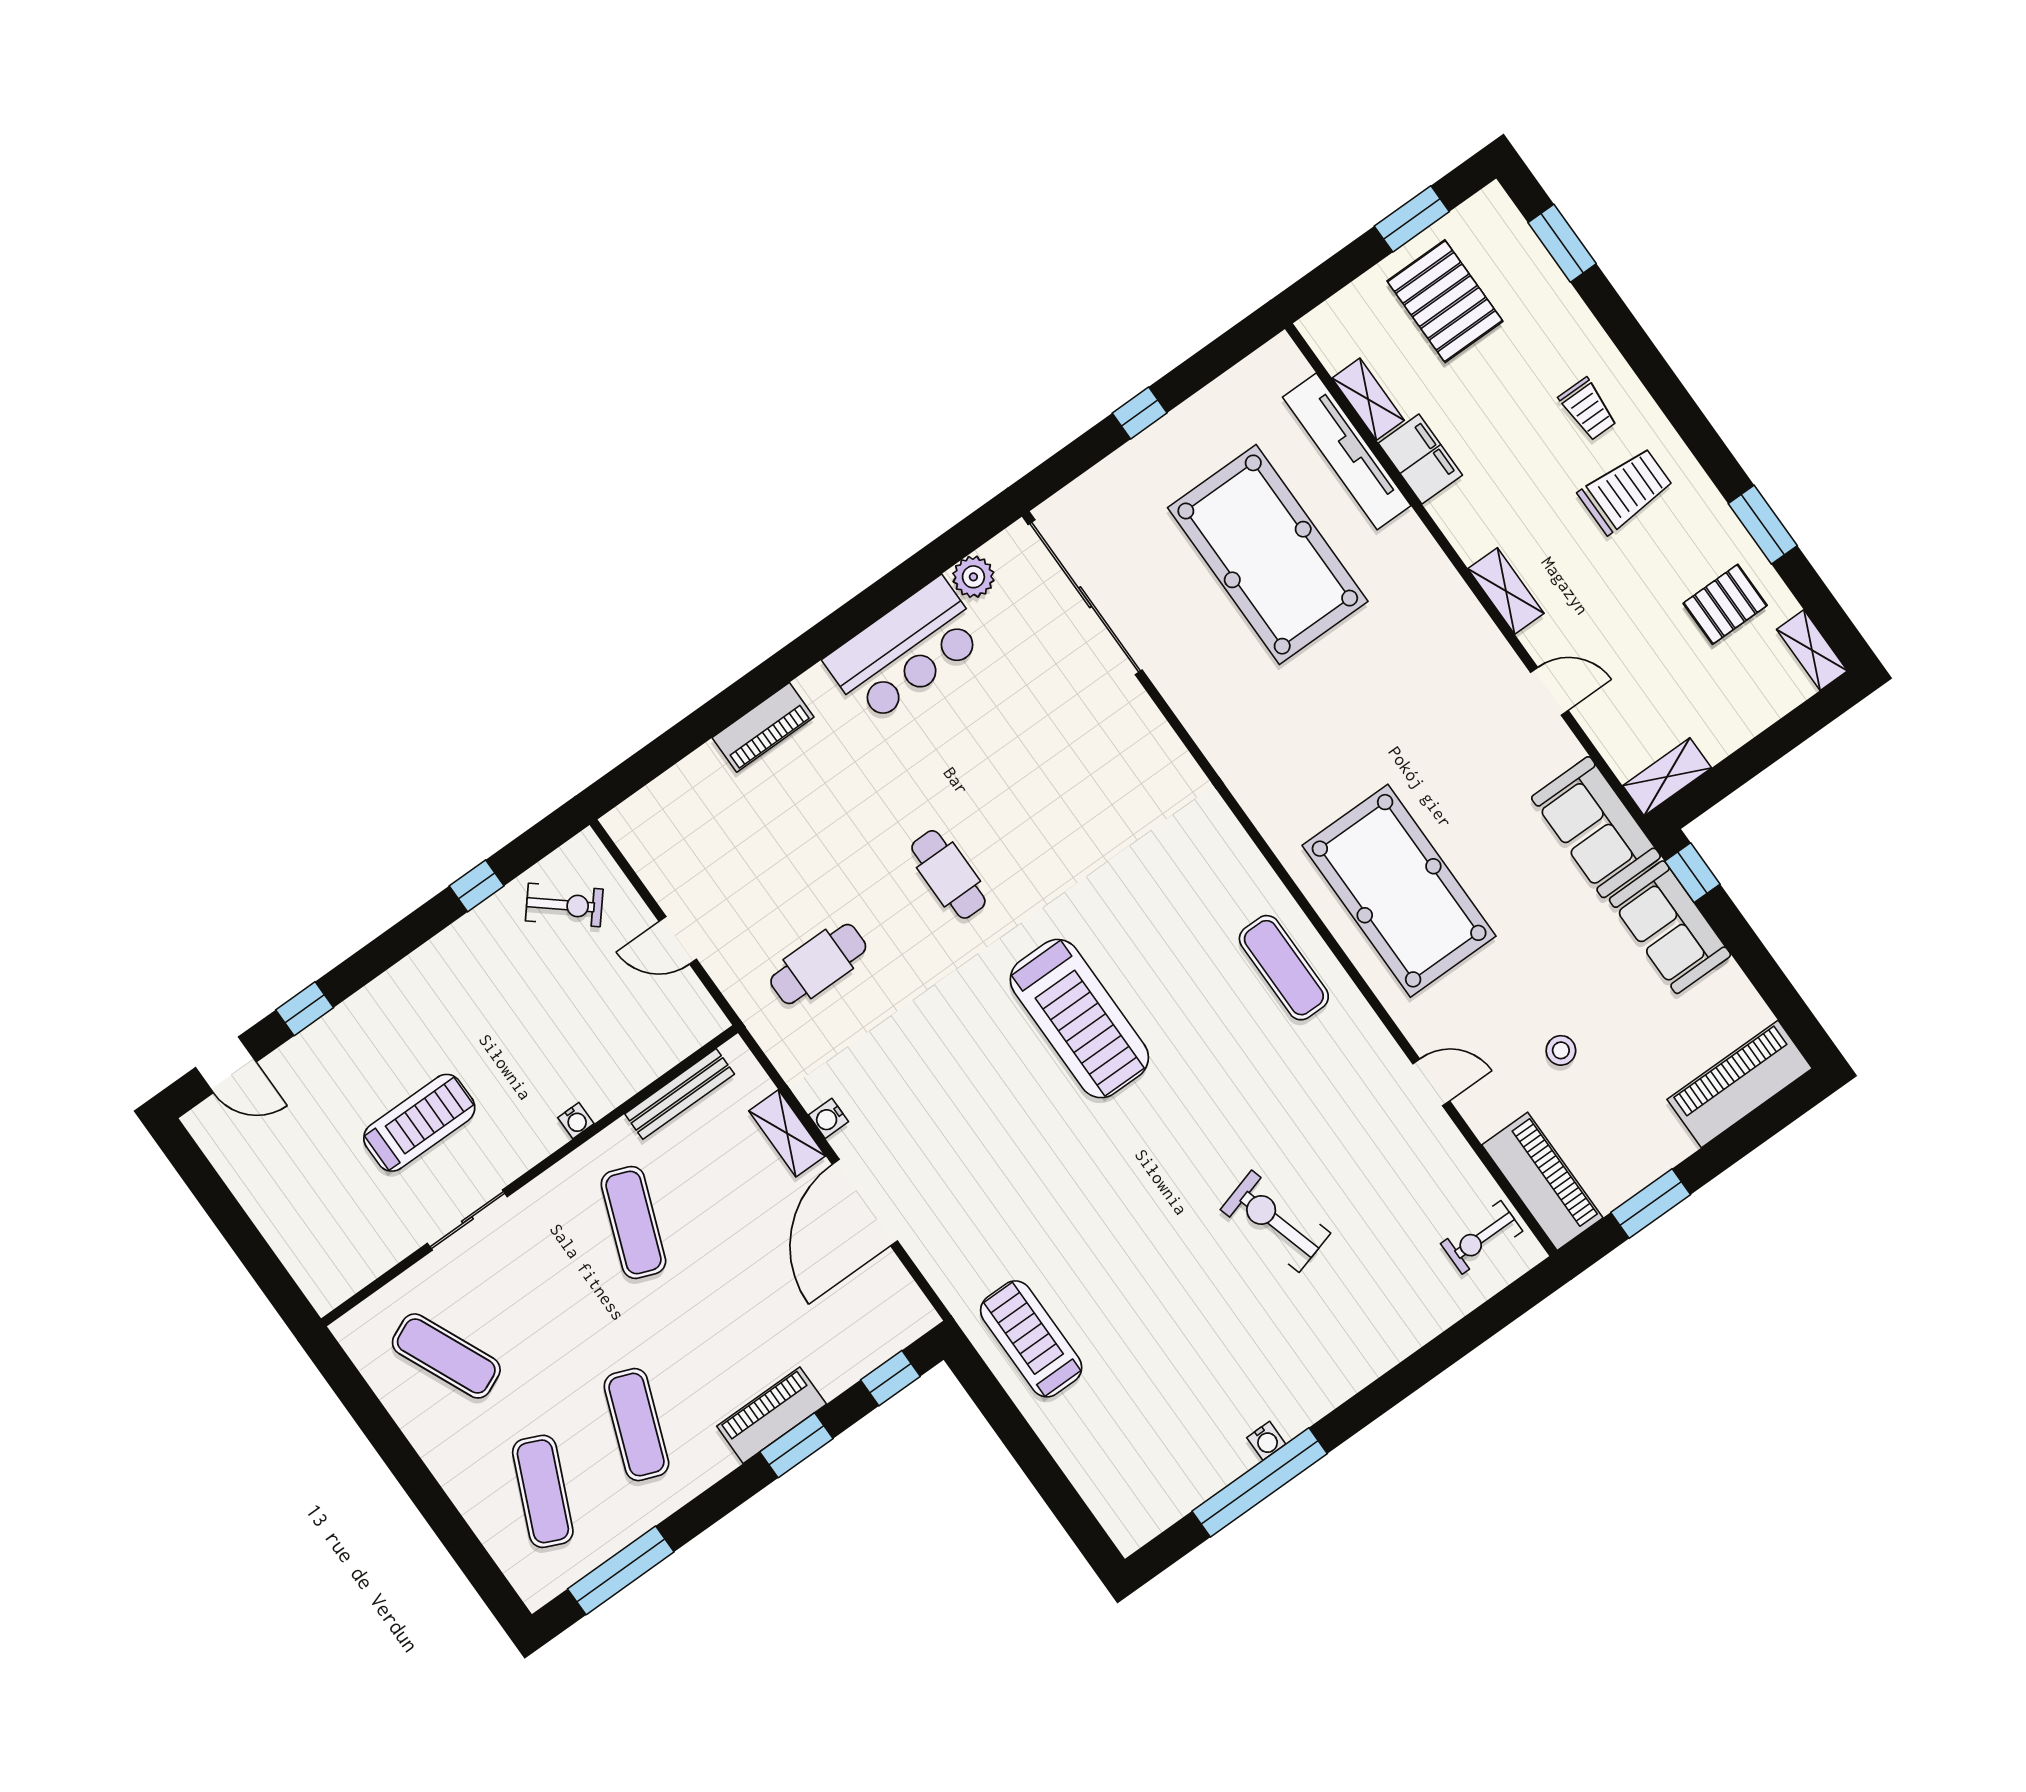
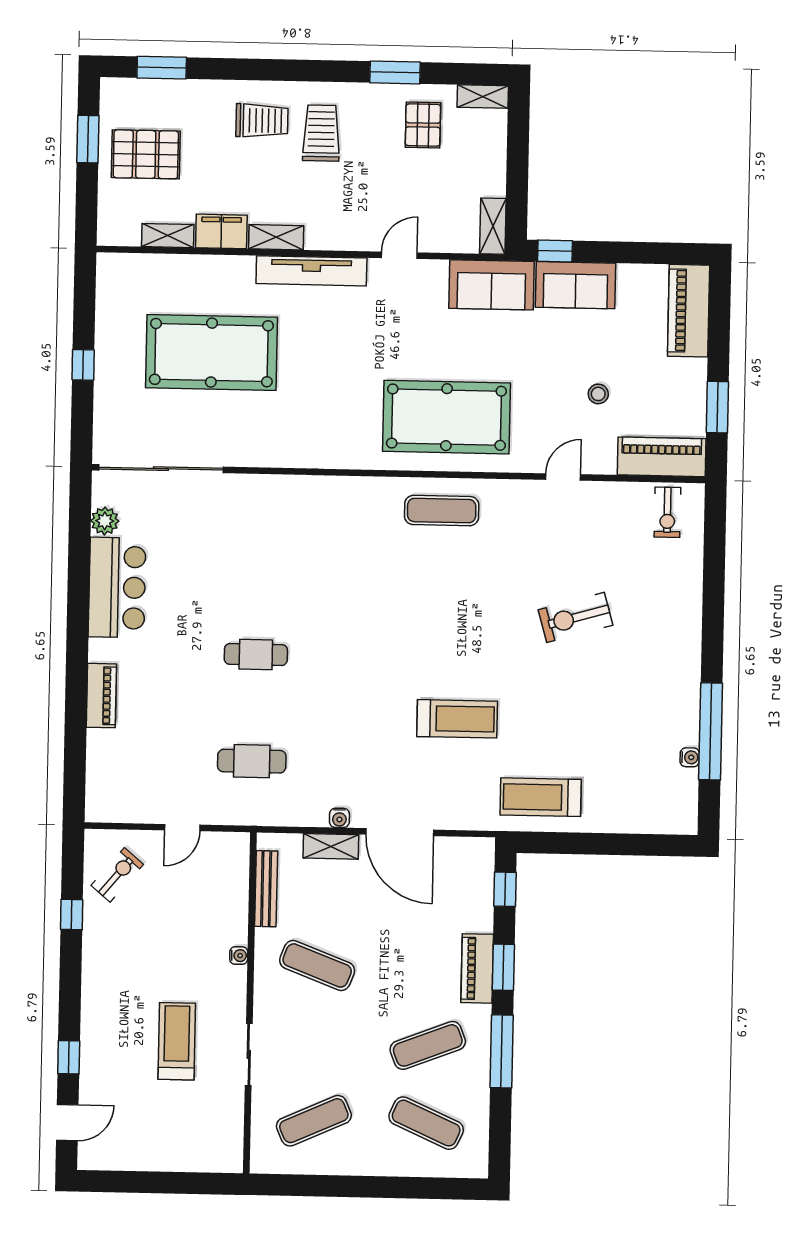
trolley: (1588, 409) -> (262, 121), width x1.36, depth x1.39
tv unit: (1347, 451) -> (311, 271), moved
shelving: (1506, 591) -> (276, 237), moved
cafe table: (818, 964) -> (252, 761), turned 90
treadmill: (1079, 1019) -> (457, 719), moved, width x0.73, depth x0.73
exercise mat: (636, 1425) -> (428, 1045), turned -42
water cooler: (1266, 1441) -> (690, 757), moved
window: (621, 1570) -> (502, 1051), moved

